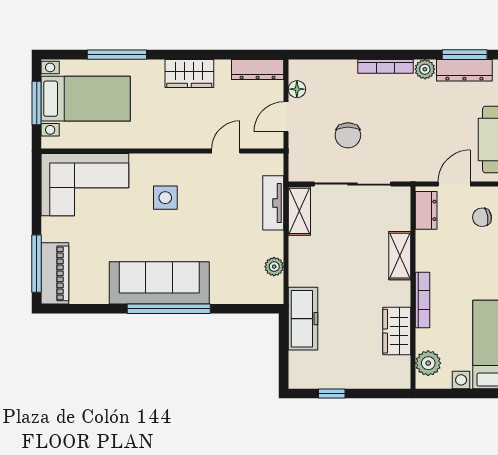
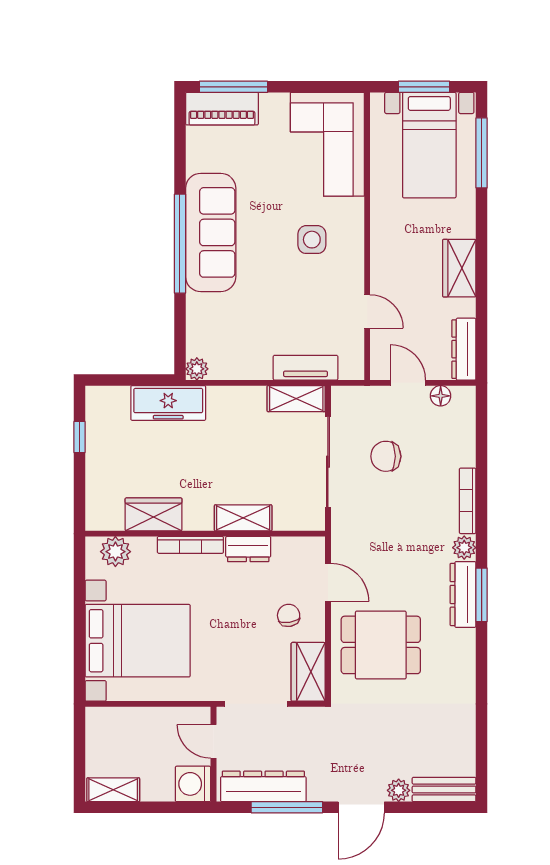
window: (117, 55) -> (482, 153), moved
dresser: (426, 210) -> (248, 549), moved
plant: (274, 267) -> (197, 369), moved

